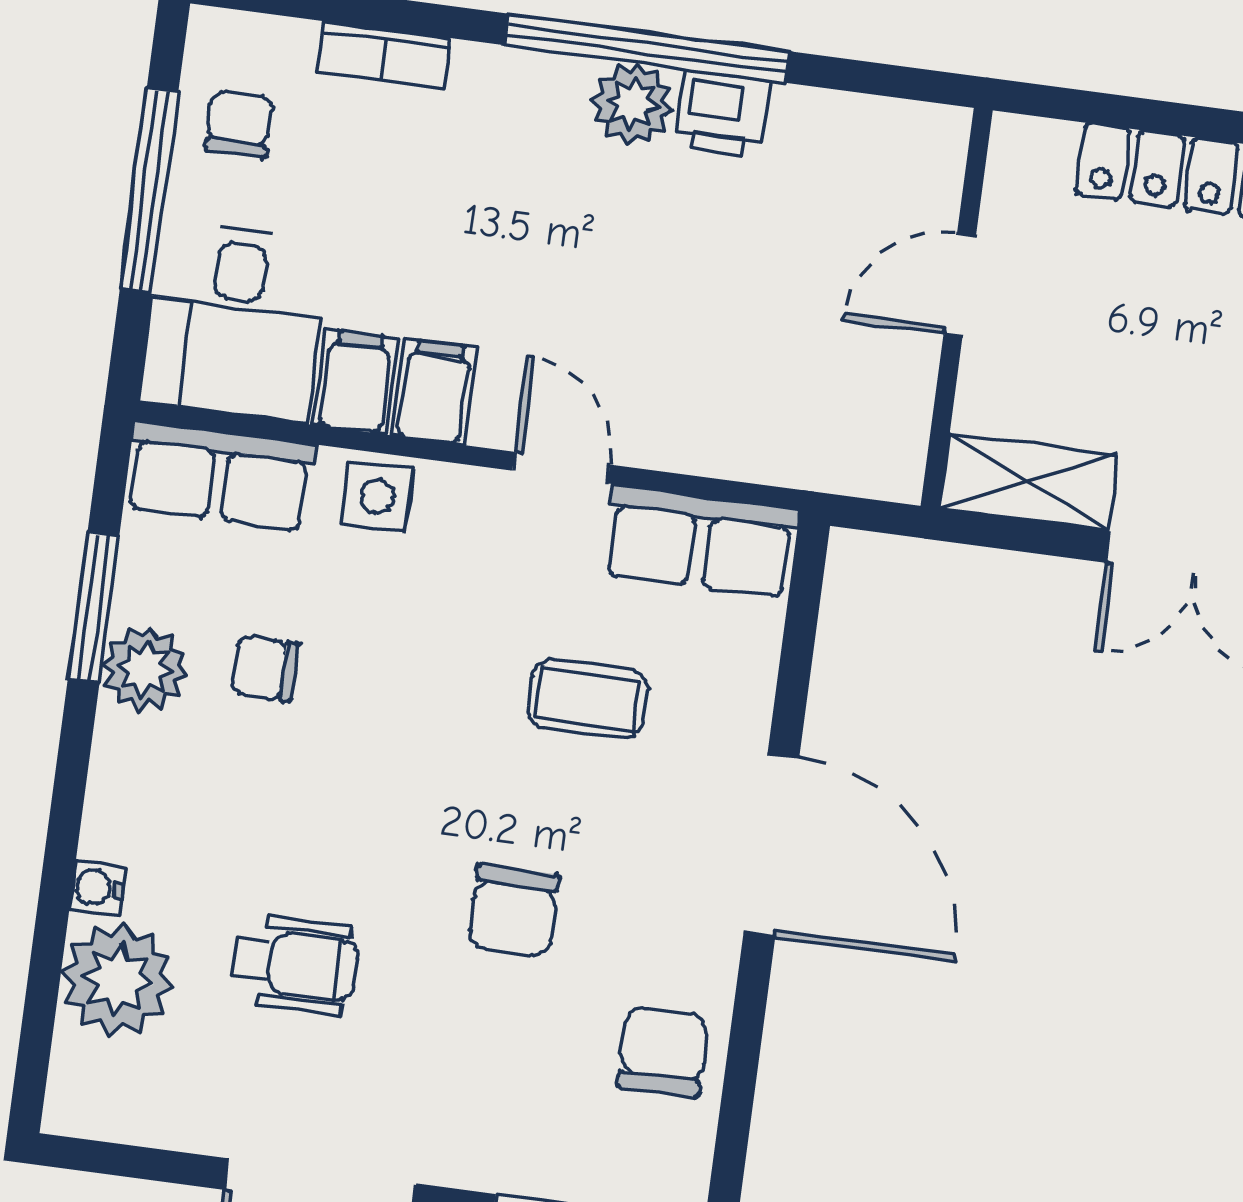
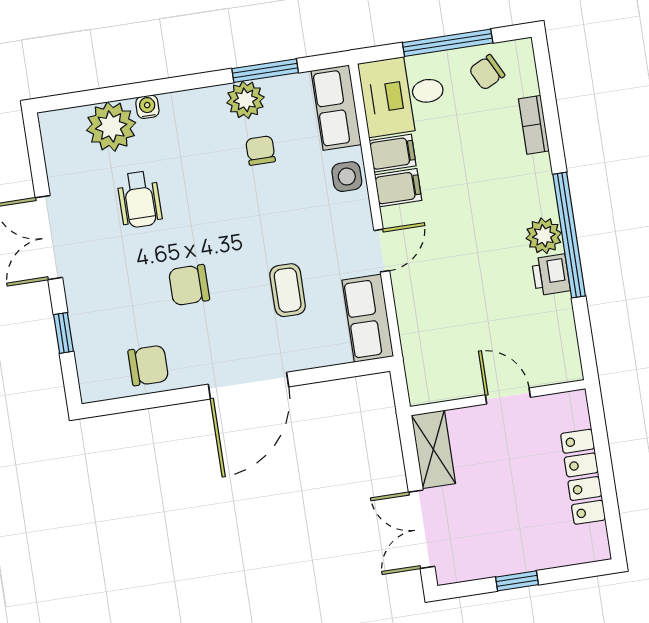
chair: (239, 124) -> (487, 72), turned 153

